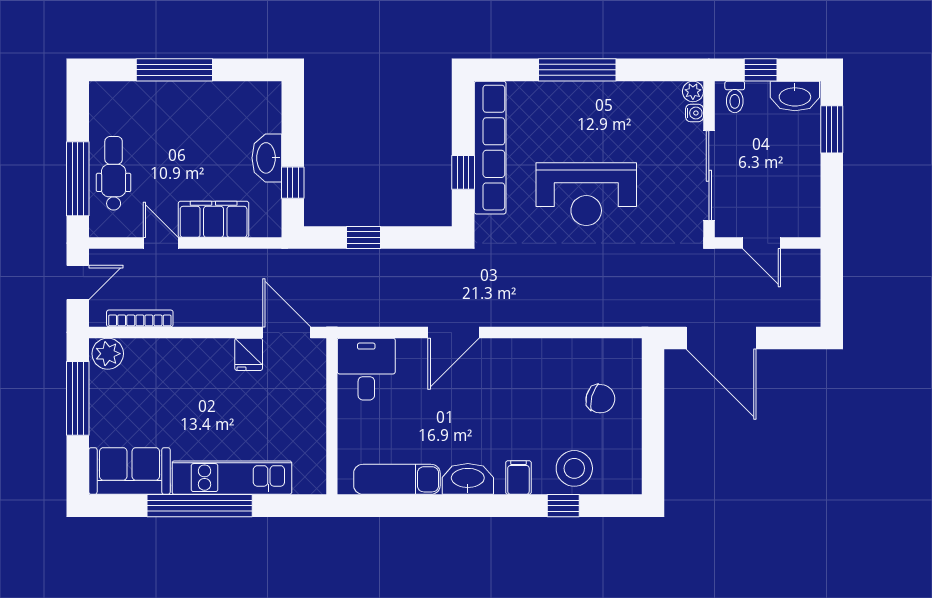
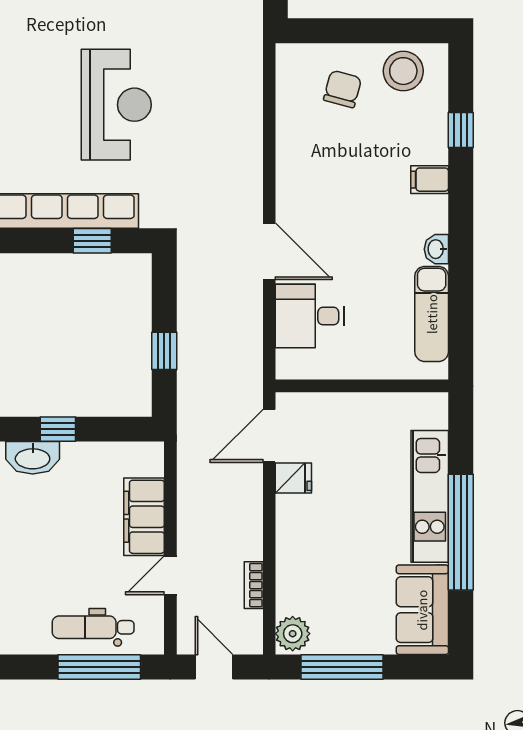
washbasin: (267, 158) -> (33, 458), moved
window: (293, 183) -> (58, 429), moved
bookcase: (140, 318) -> (254, 585), width x0.64
desk: (366, 369) -> (310, 316), moved
stool: (574, 468) -> (403, 71), moved
washbasin: (468, 479) -> (436, 249), width x0.52, depth x0.69

